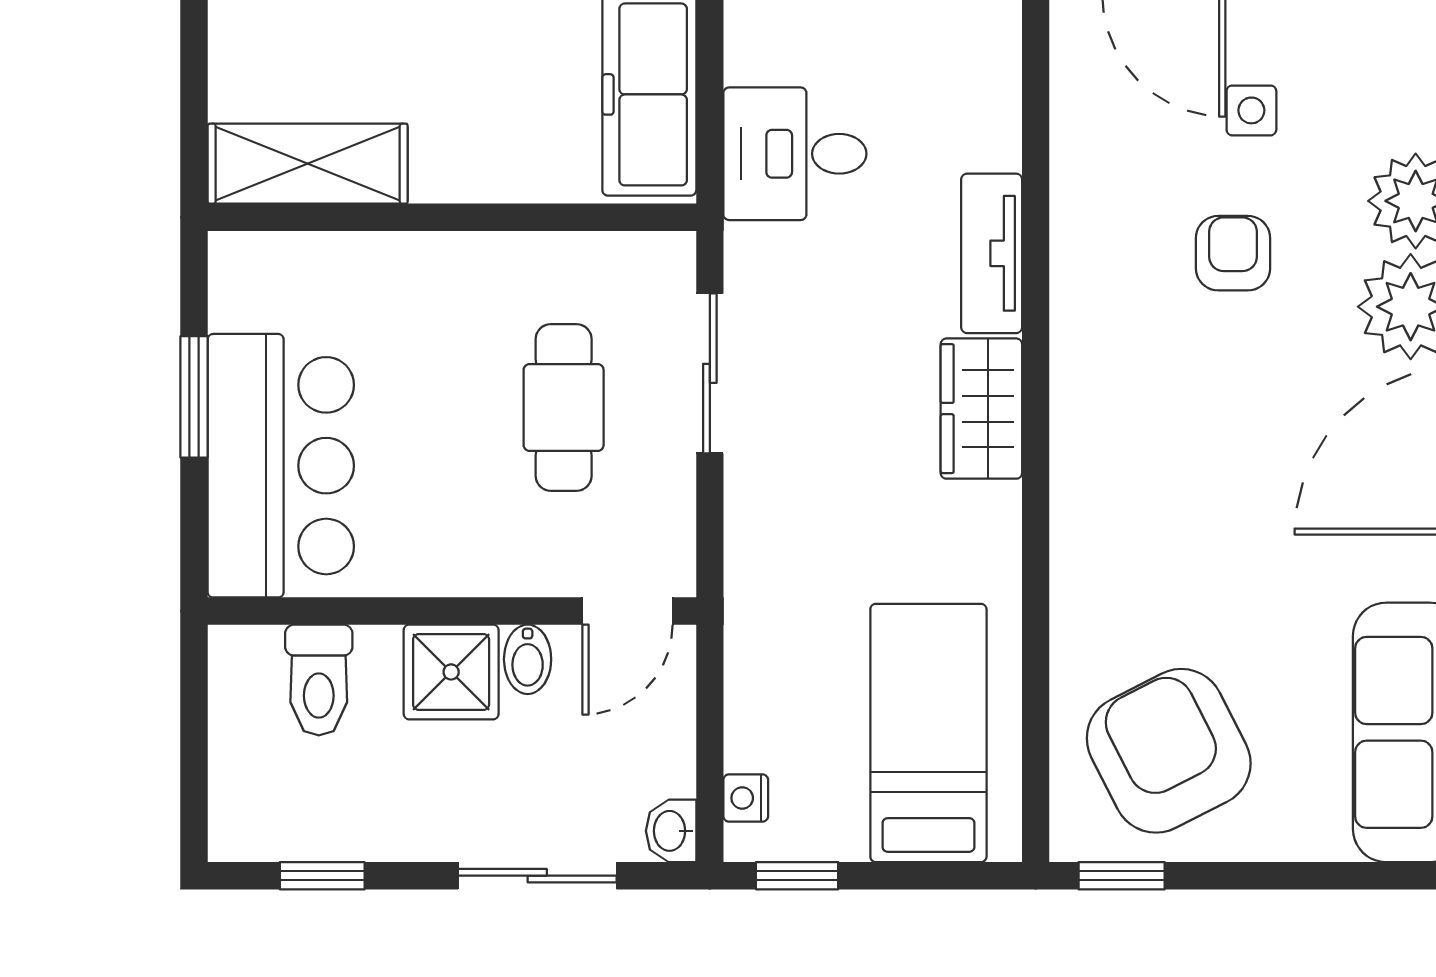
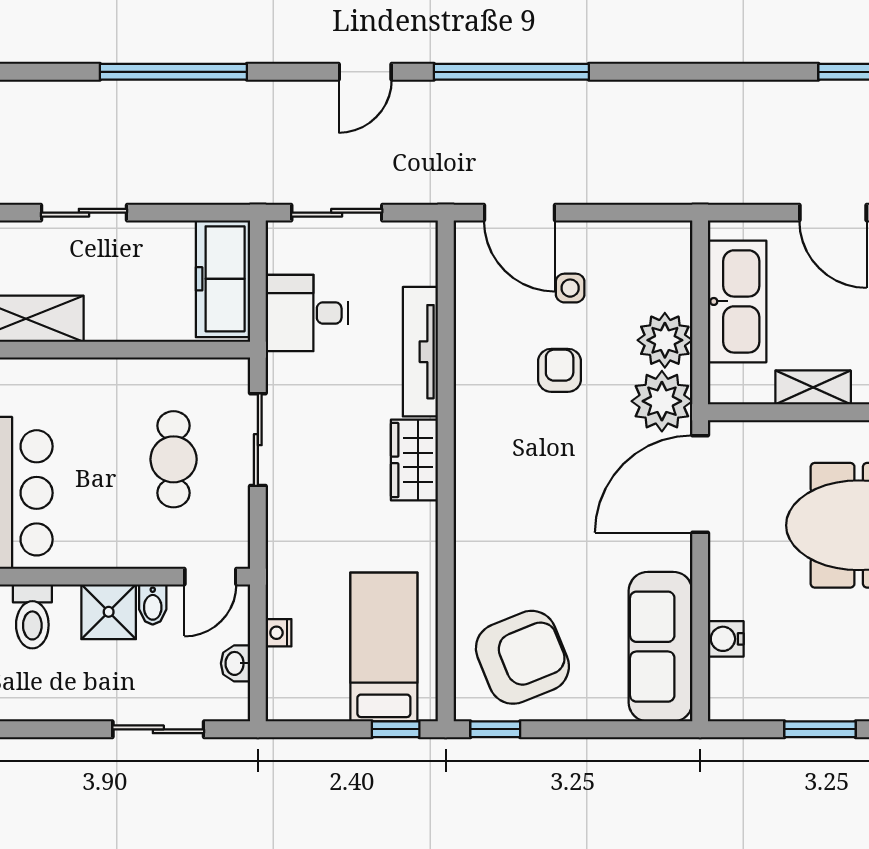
tv unit: (992, 253) -> (420, 352), width x1.41
armchair: (1169, 751) -> (522, 657), turned 95
nightstand: (746, 798) -> (279, 633), moved
washbasin: (671, 831) -> (235, 663), moved
window: (322, 876) -> (34, 729), removed
window: (797, 876) -> (396, 729), moved

